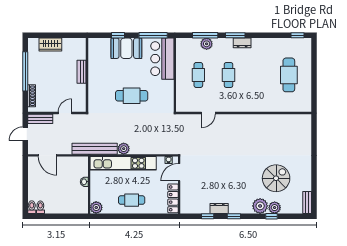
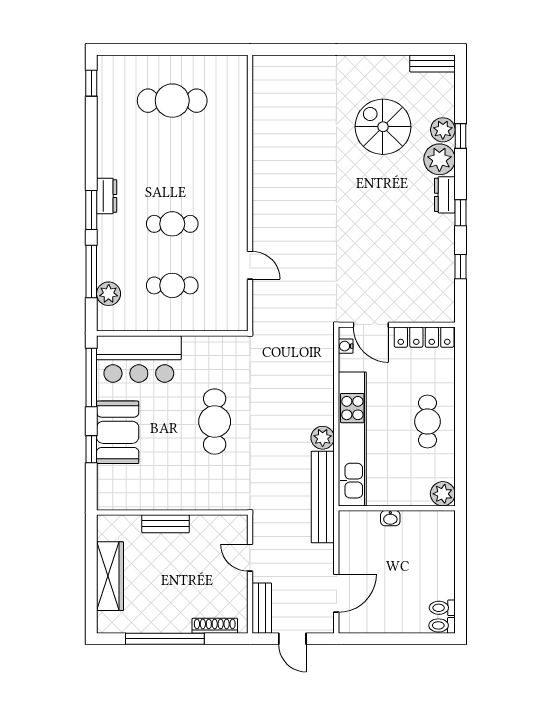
wardrobe: (50, 44) -> (110, 576), width x1.50
plant: (207, 44) -> (109, 294), moved
dresser: (219, 209) -> (445, 195), moved

